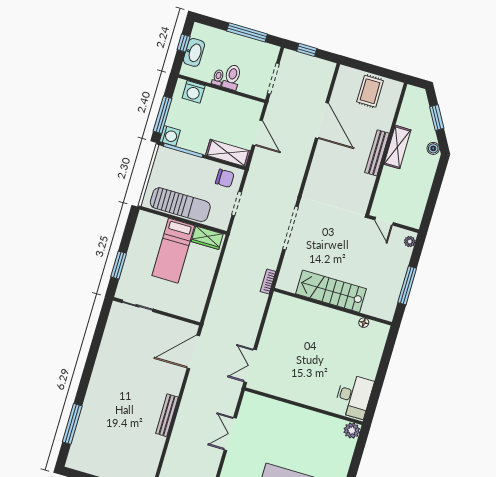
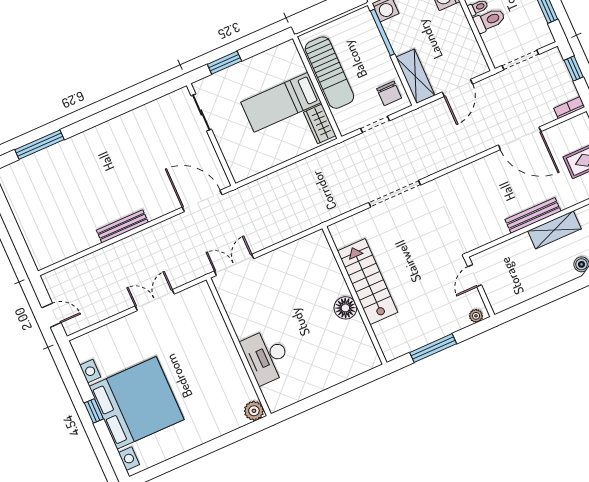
door: (322, 121) -> (520, 138), hinge flipped
bookcase: (268, 282) -> (569, 108), moved
floor lamp: (364, 323) -> (345, 308), moved, width x1.89, depth x1.89
desk: (354, 396) -> (266, 356), moved, turned 90

